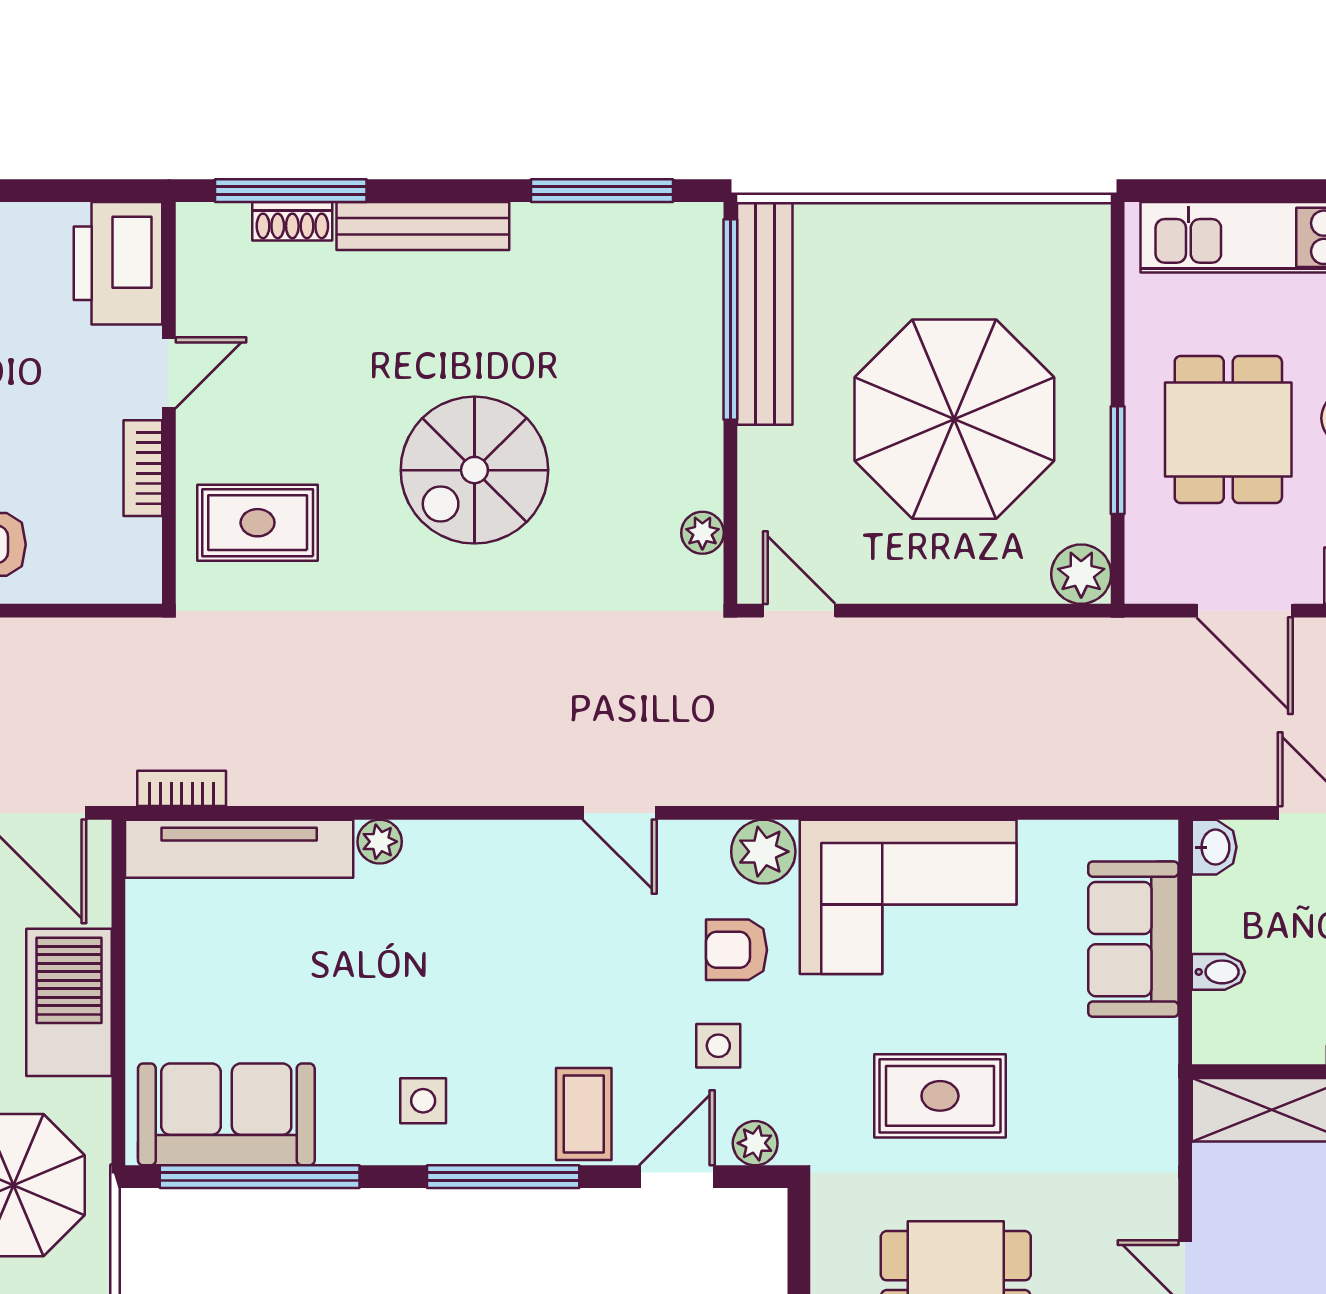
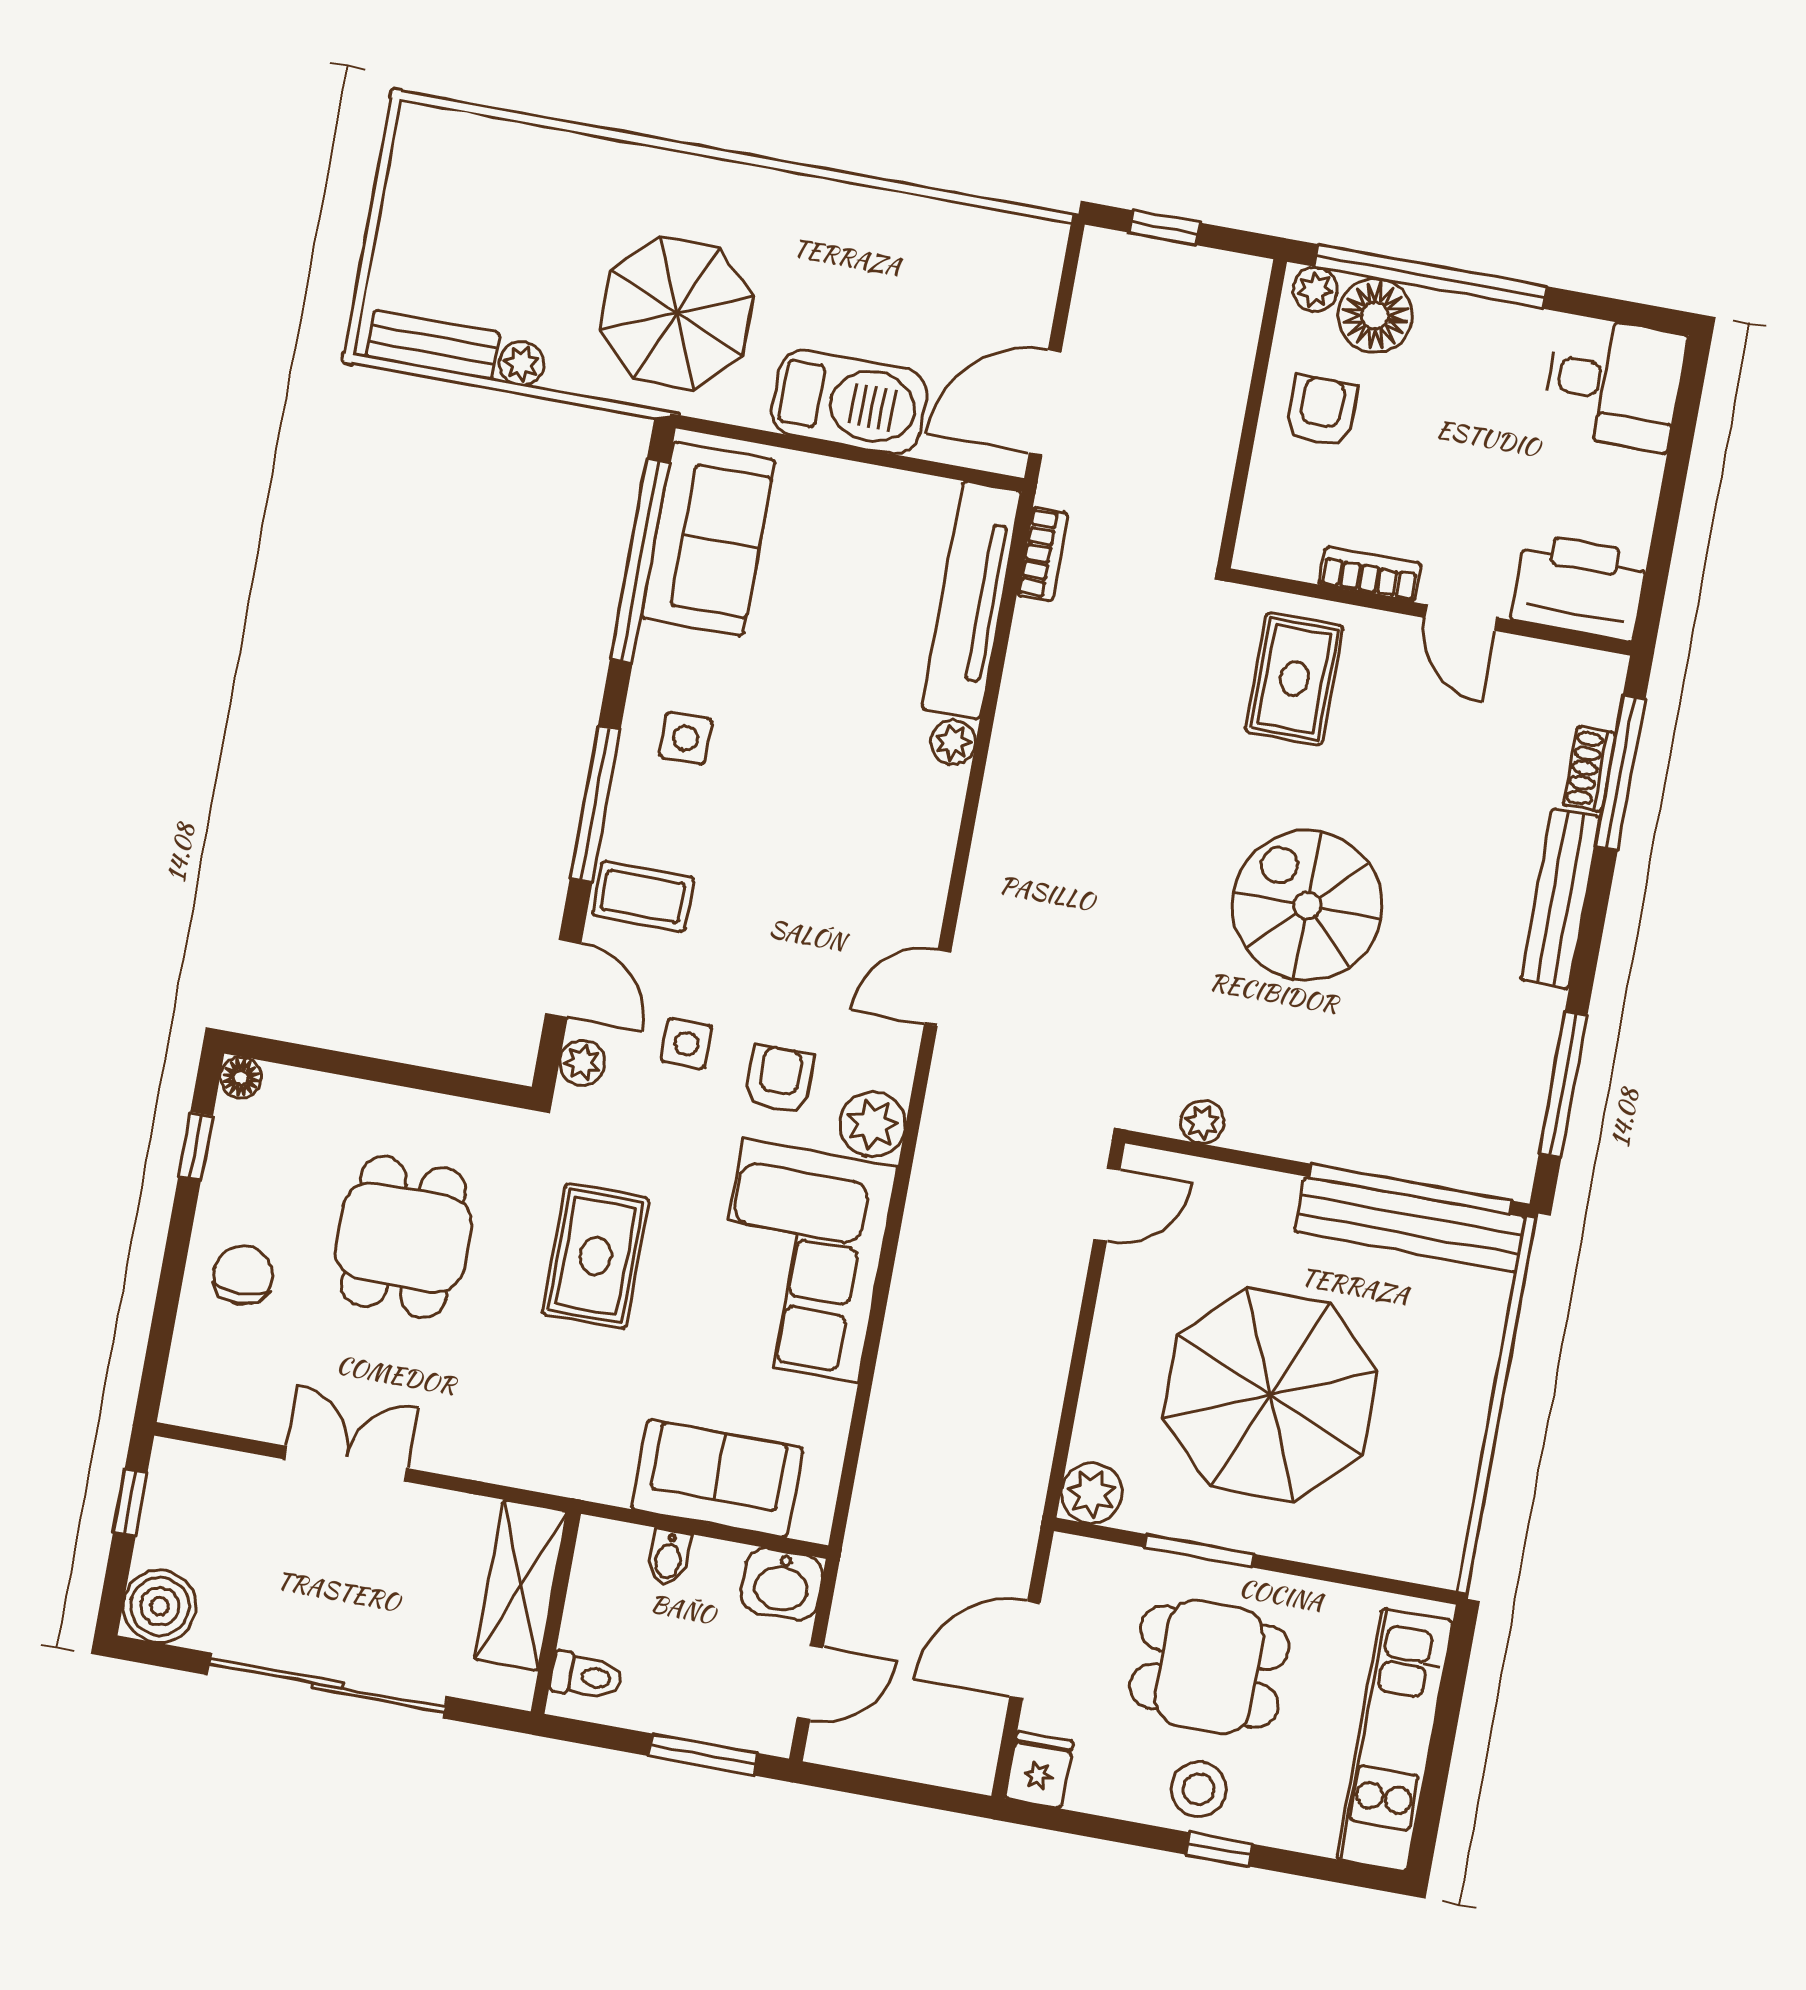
washbasin: (1214, 847) -> (782, 1584), width x1.38, depth x1.45

